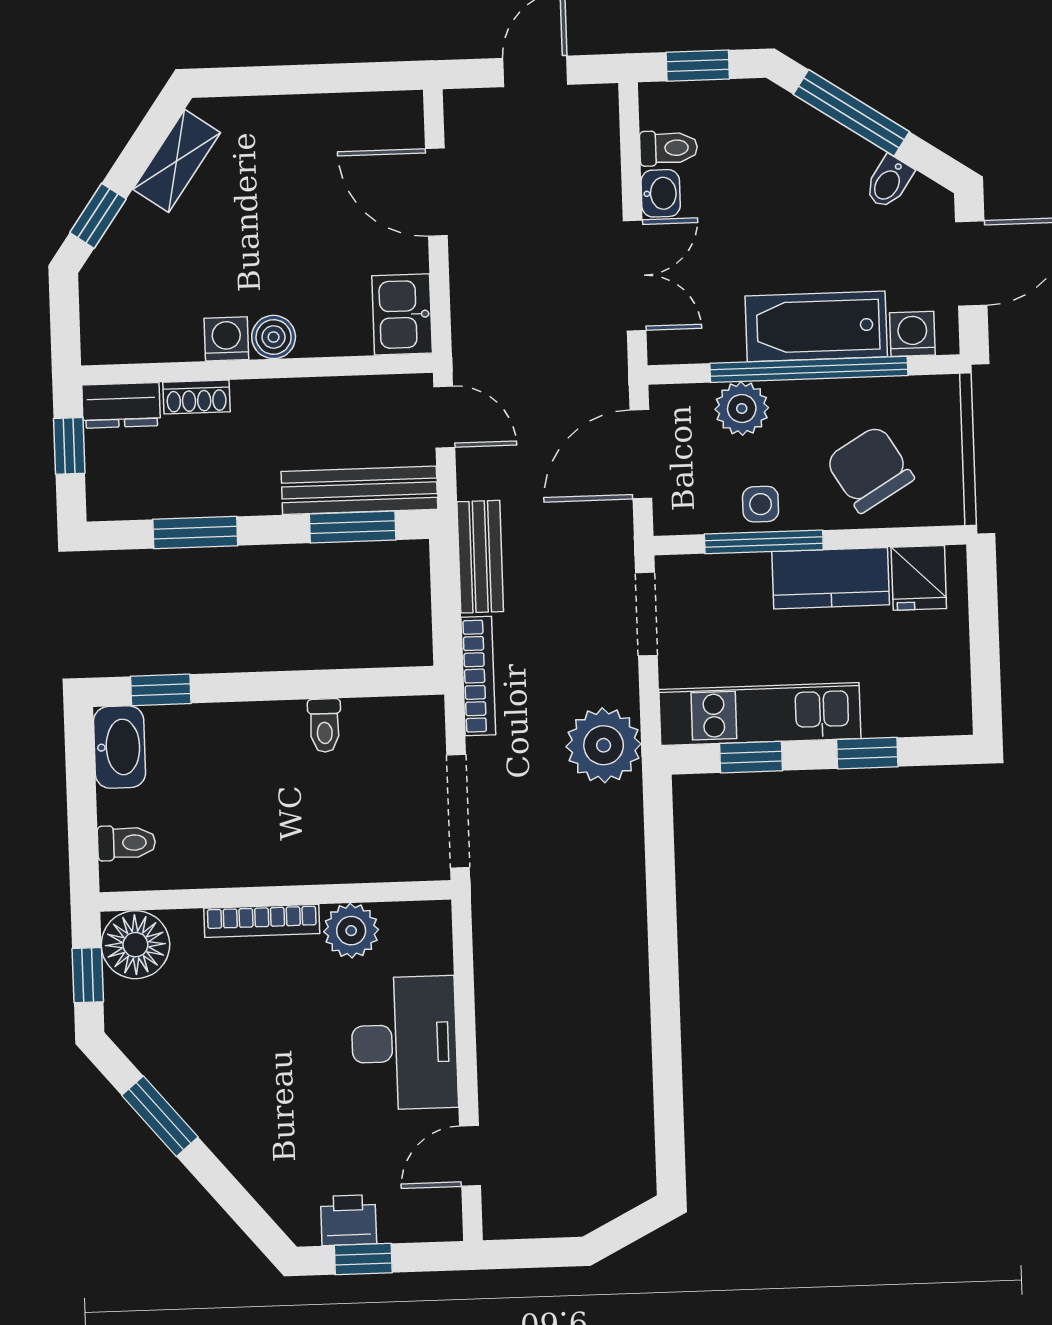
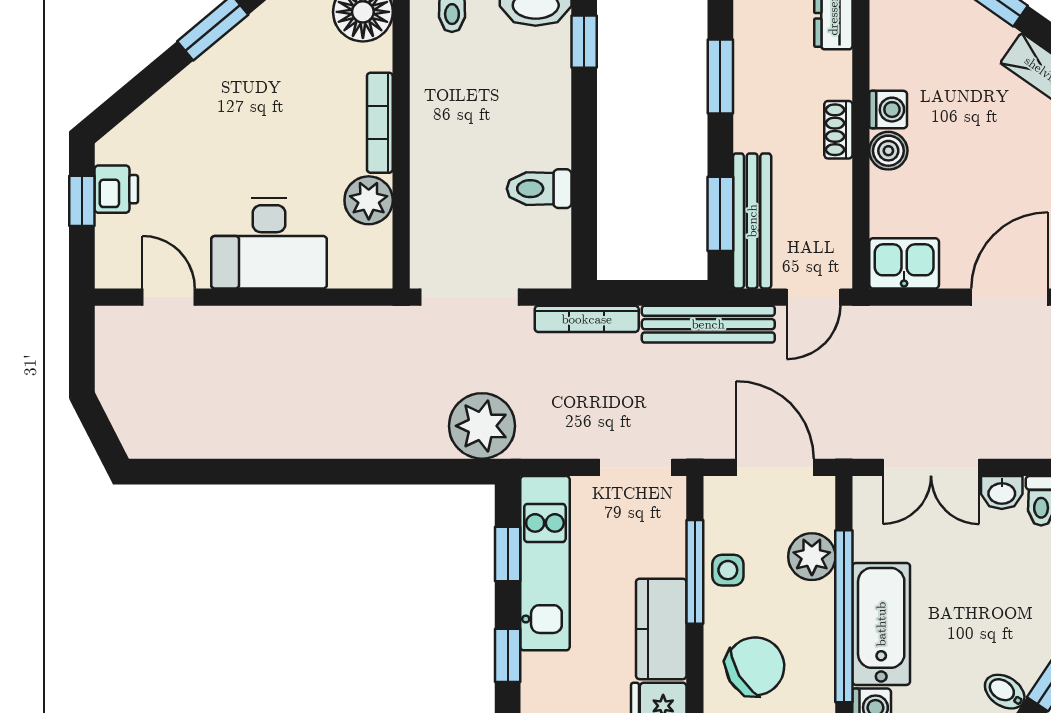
shoe rack: (196, 397) -> (838, 130), moved
bench: (480, 557) -> (708, 324), width x1.36
toilet: (325, 726) -> (539, 189), width x1.37, depth x1.39
plant: (604, 745) -> (482, 426), moved

